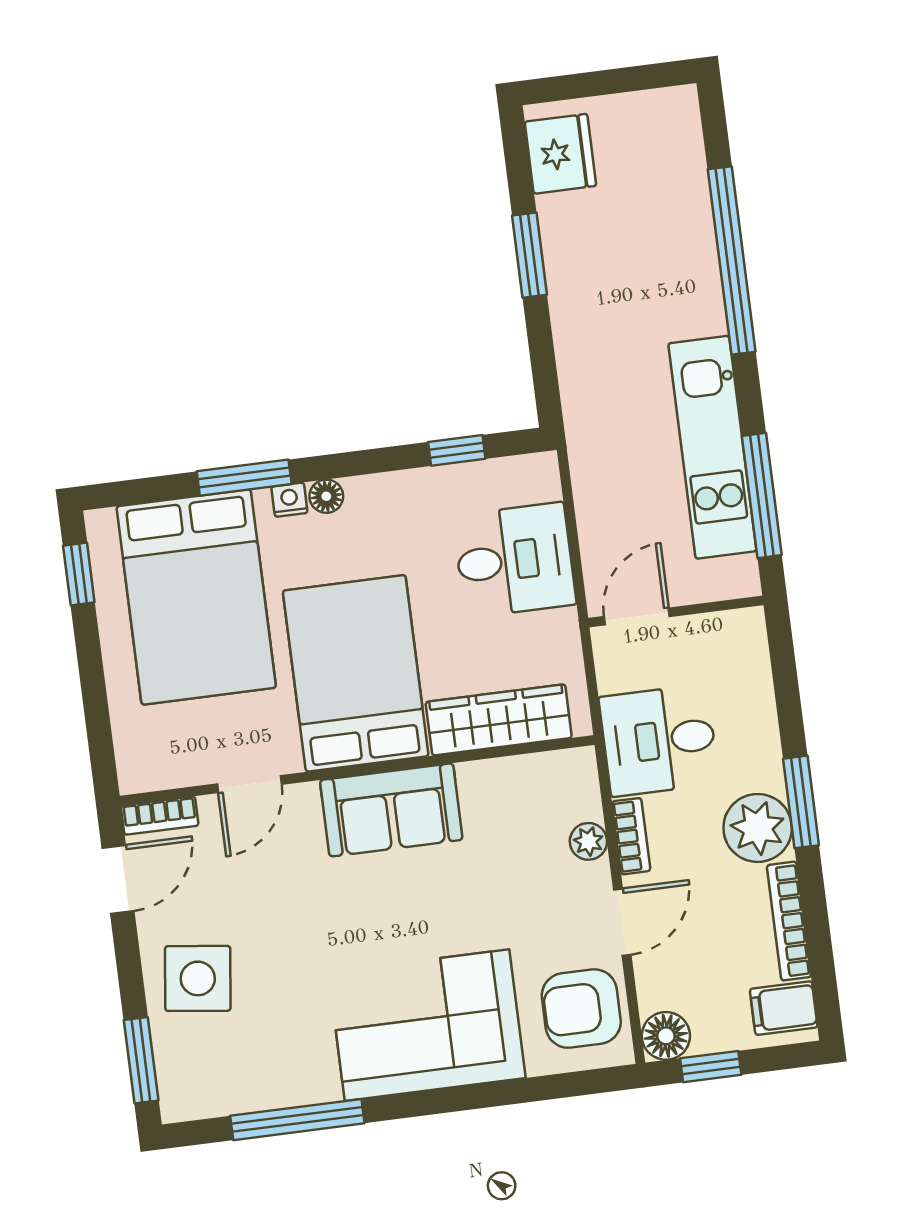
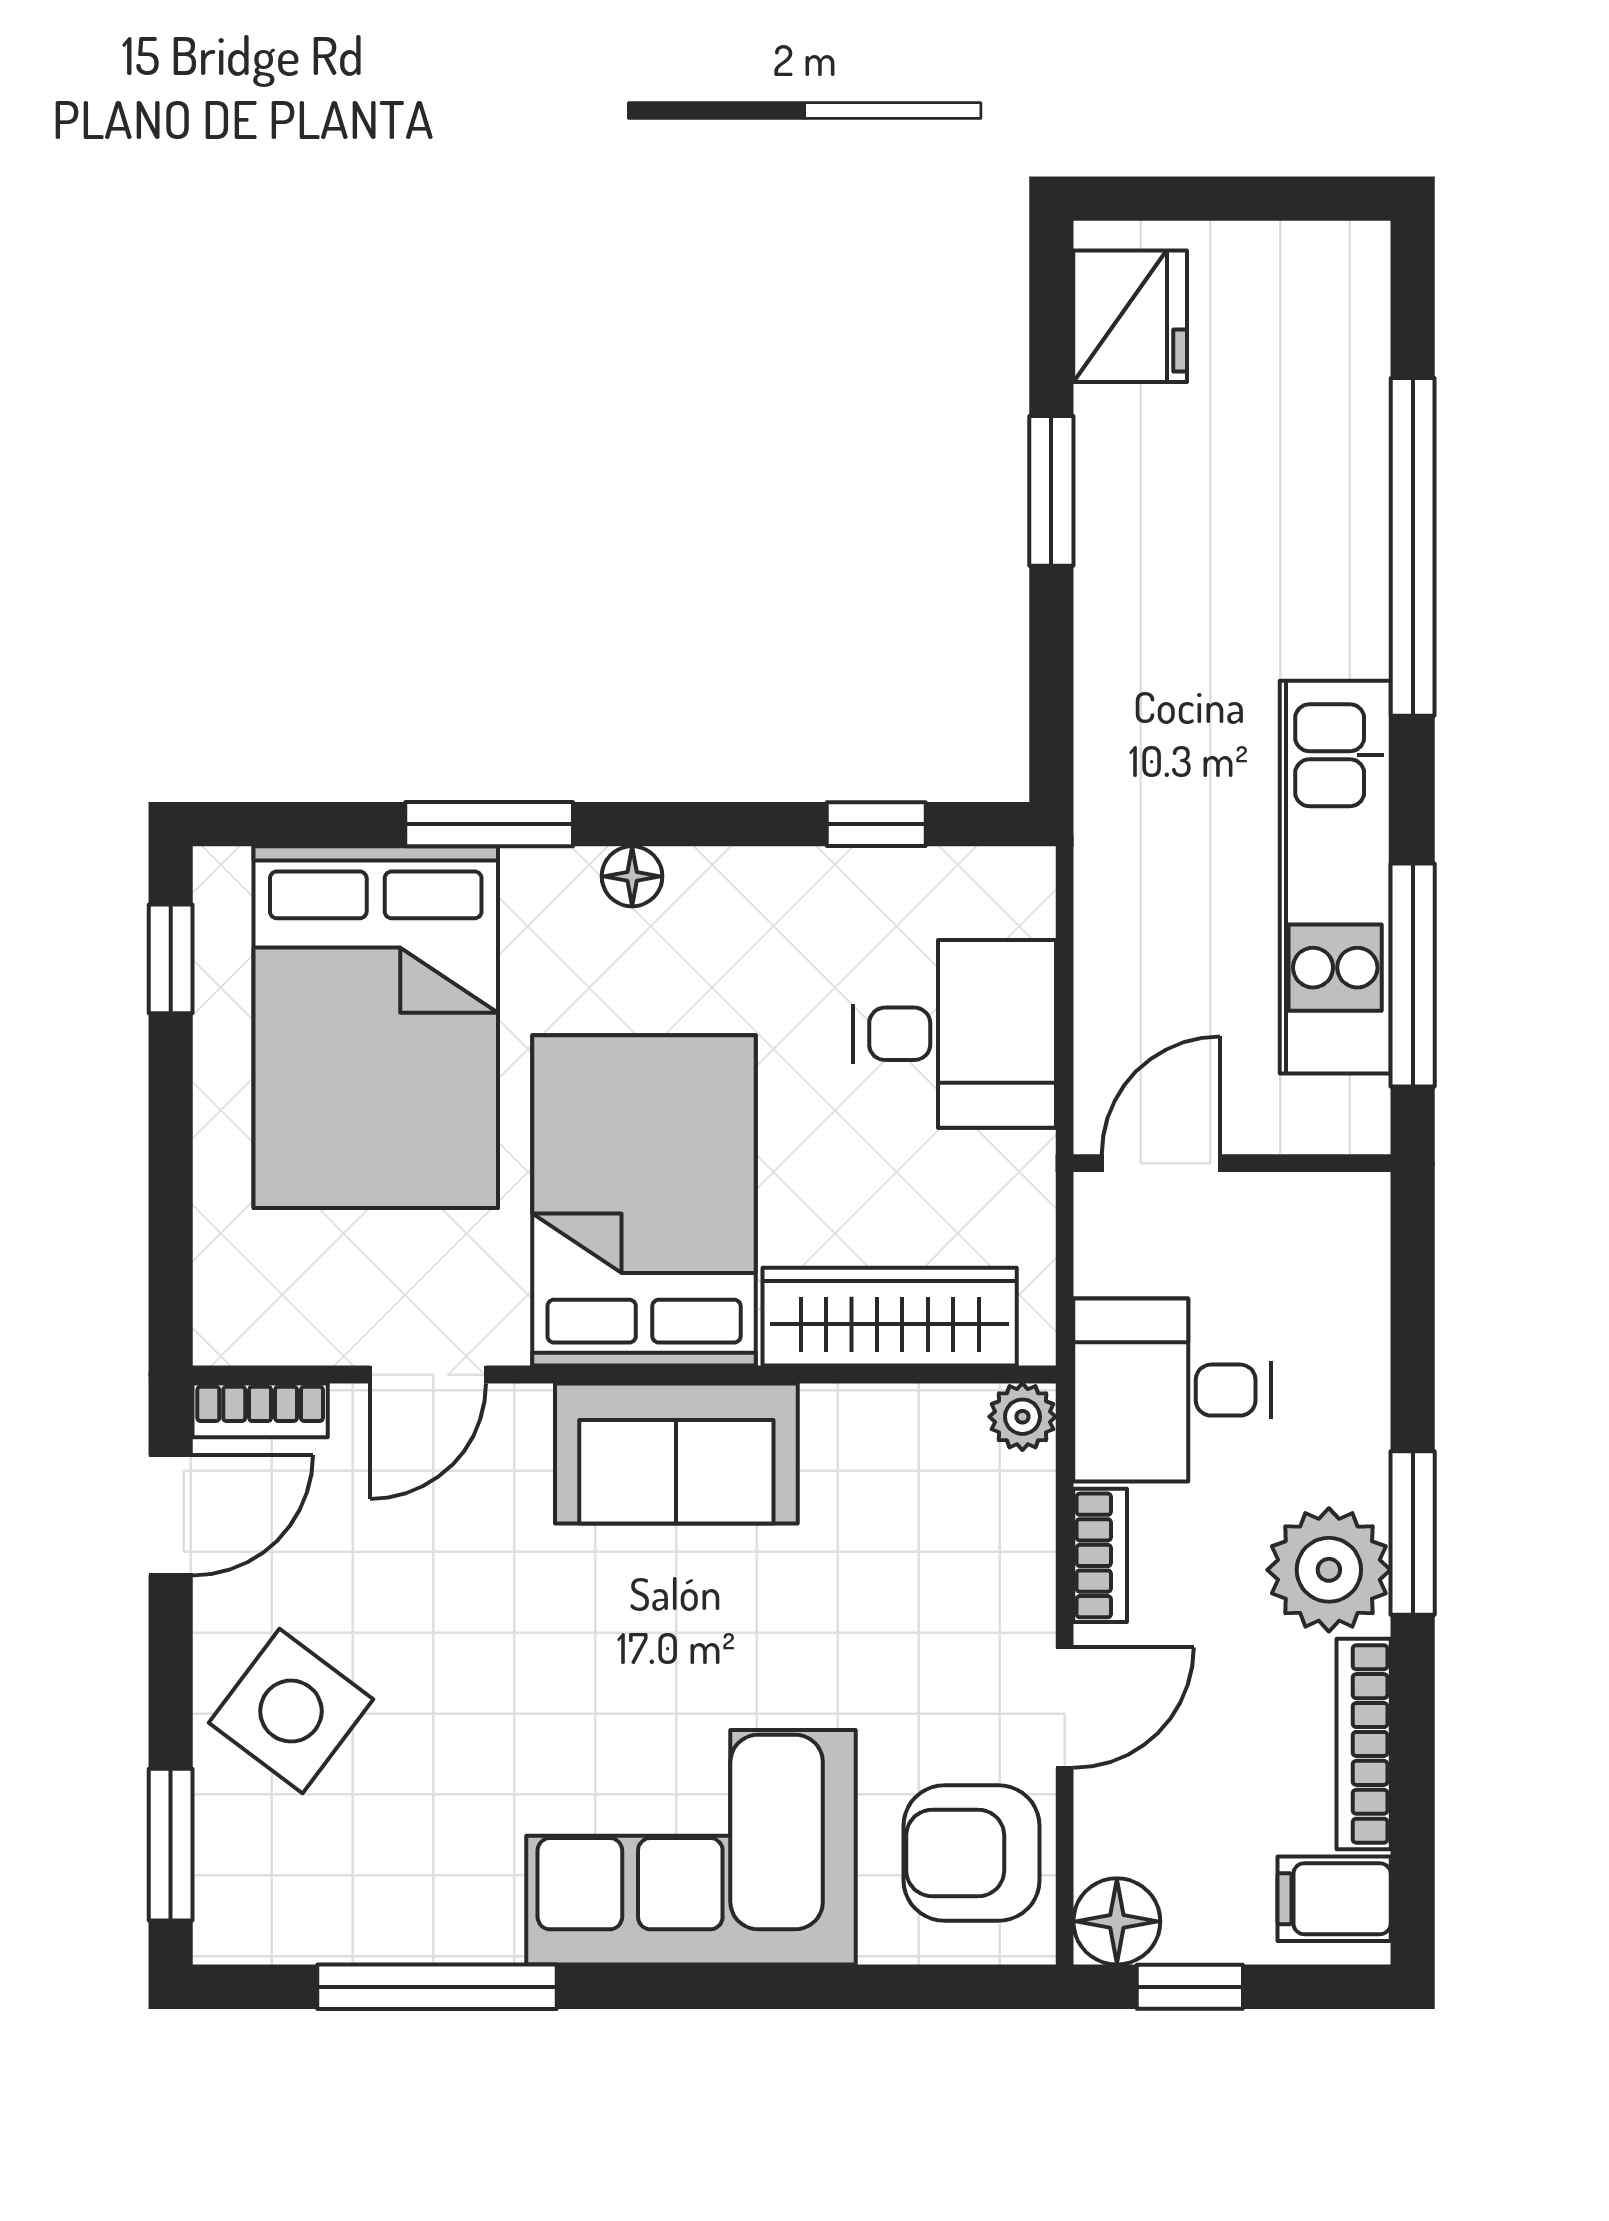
nightstand: (289, 500) -> (565, 874), removed
plant: (588, 841) -> (1022, 1417), moved
side table: (198, 978) -> (291, 1711), turned 30

